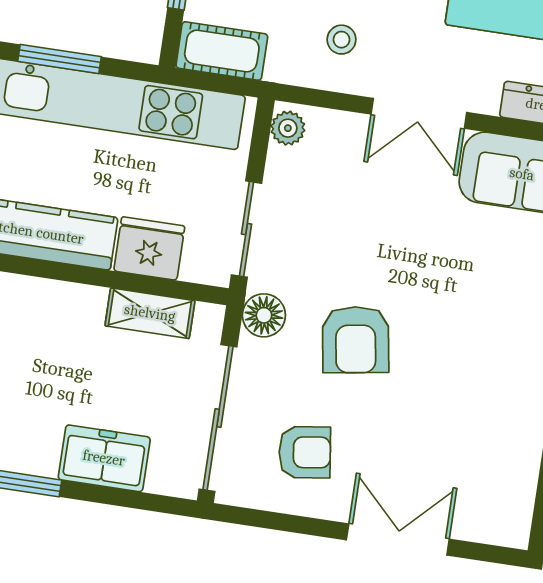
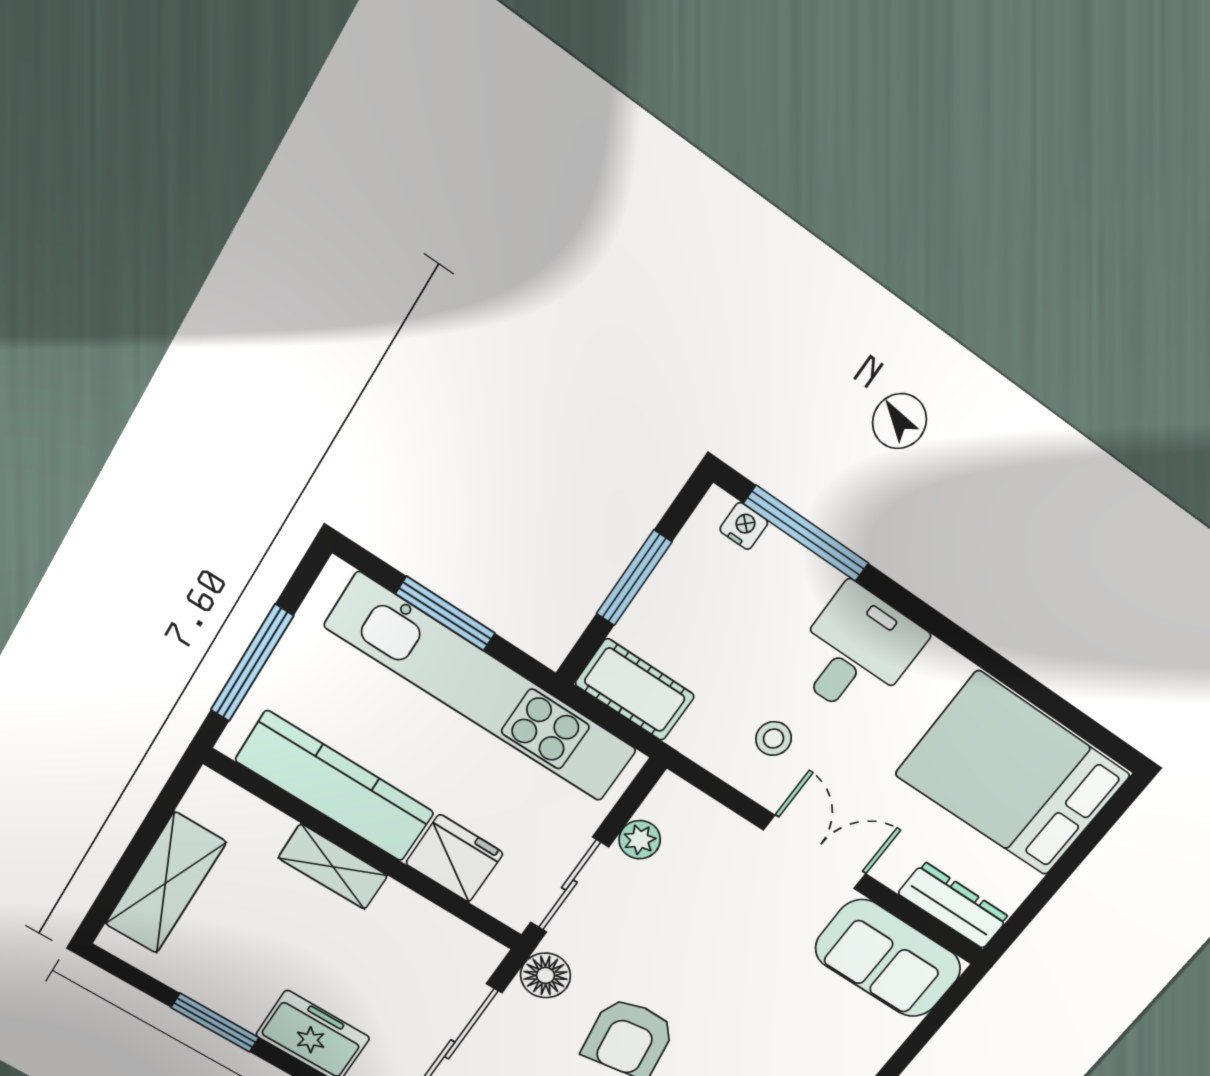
double door: (419, 113) -> (815, 852), swing flipped
plant: (288, 128) -> (640, 840), moved
shelving: (150, 313) -> (333, 867), moved

